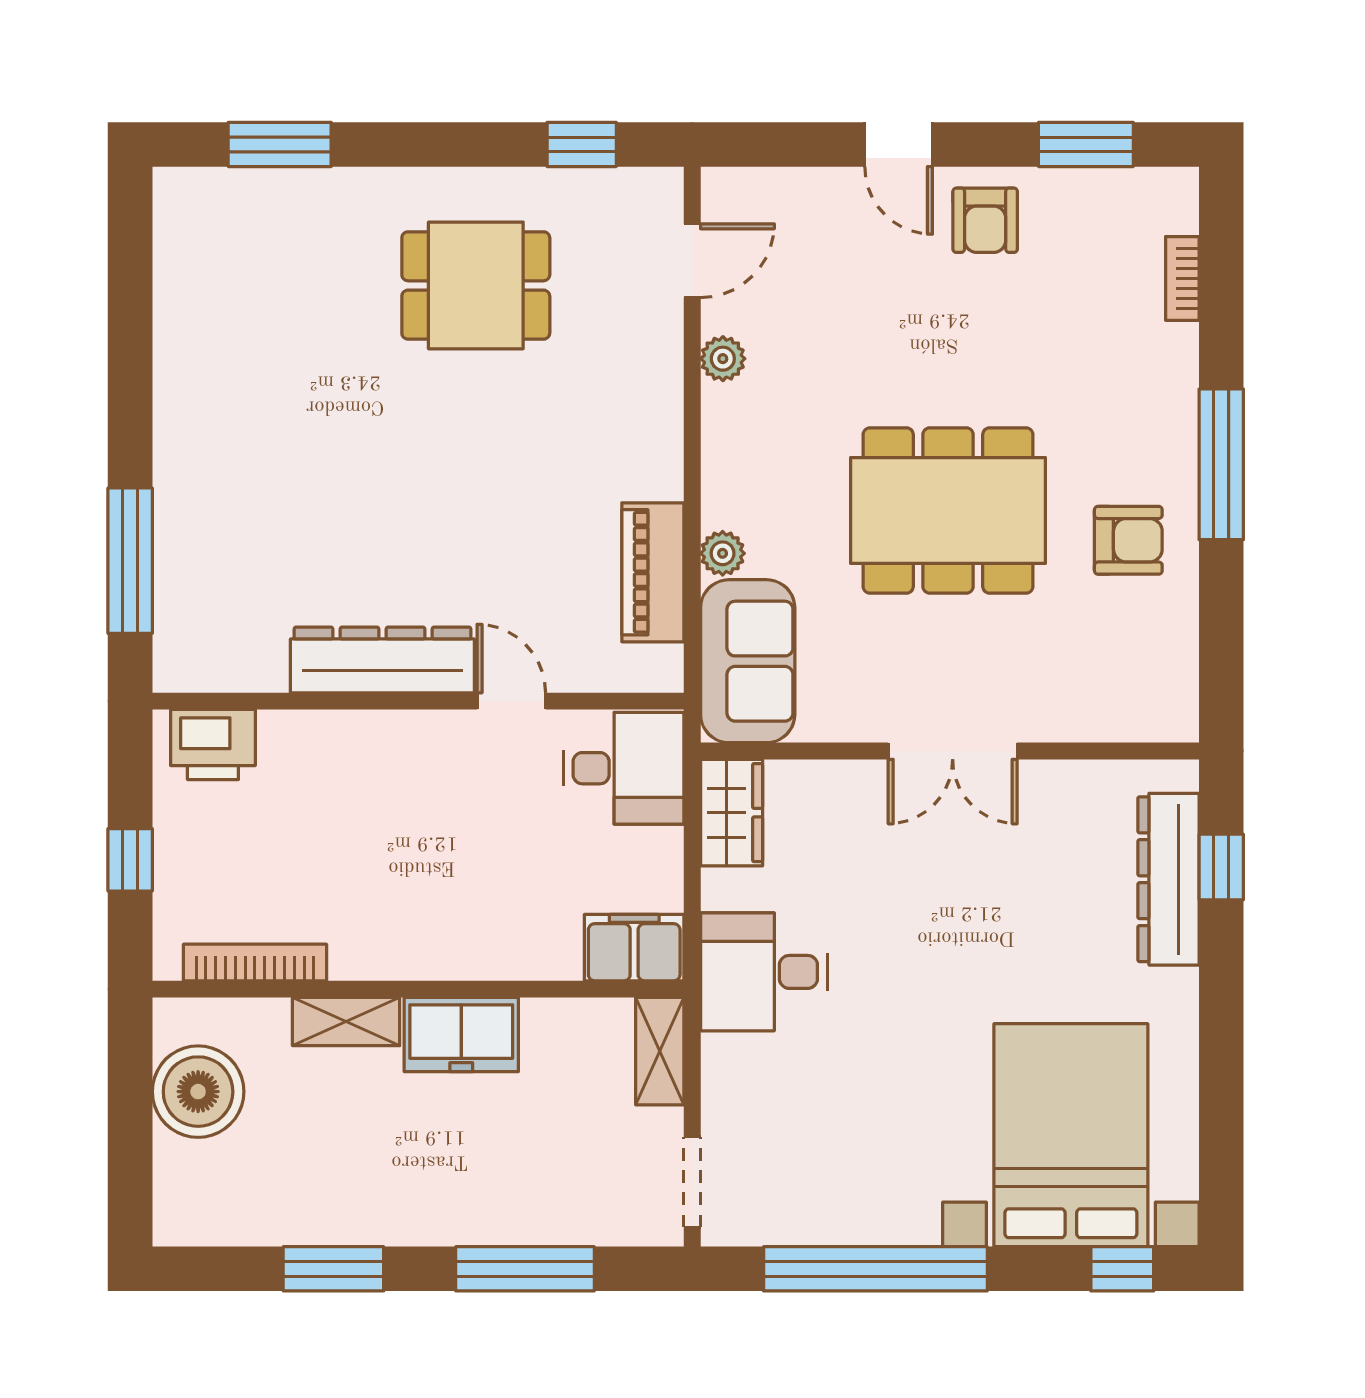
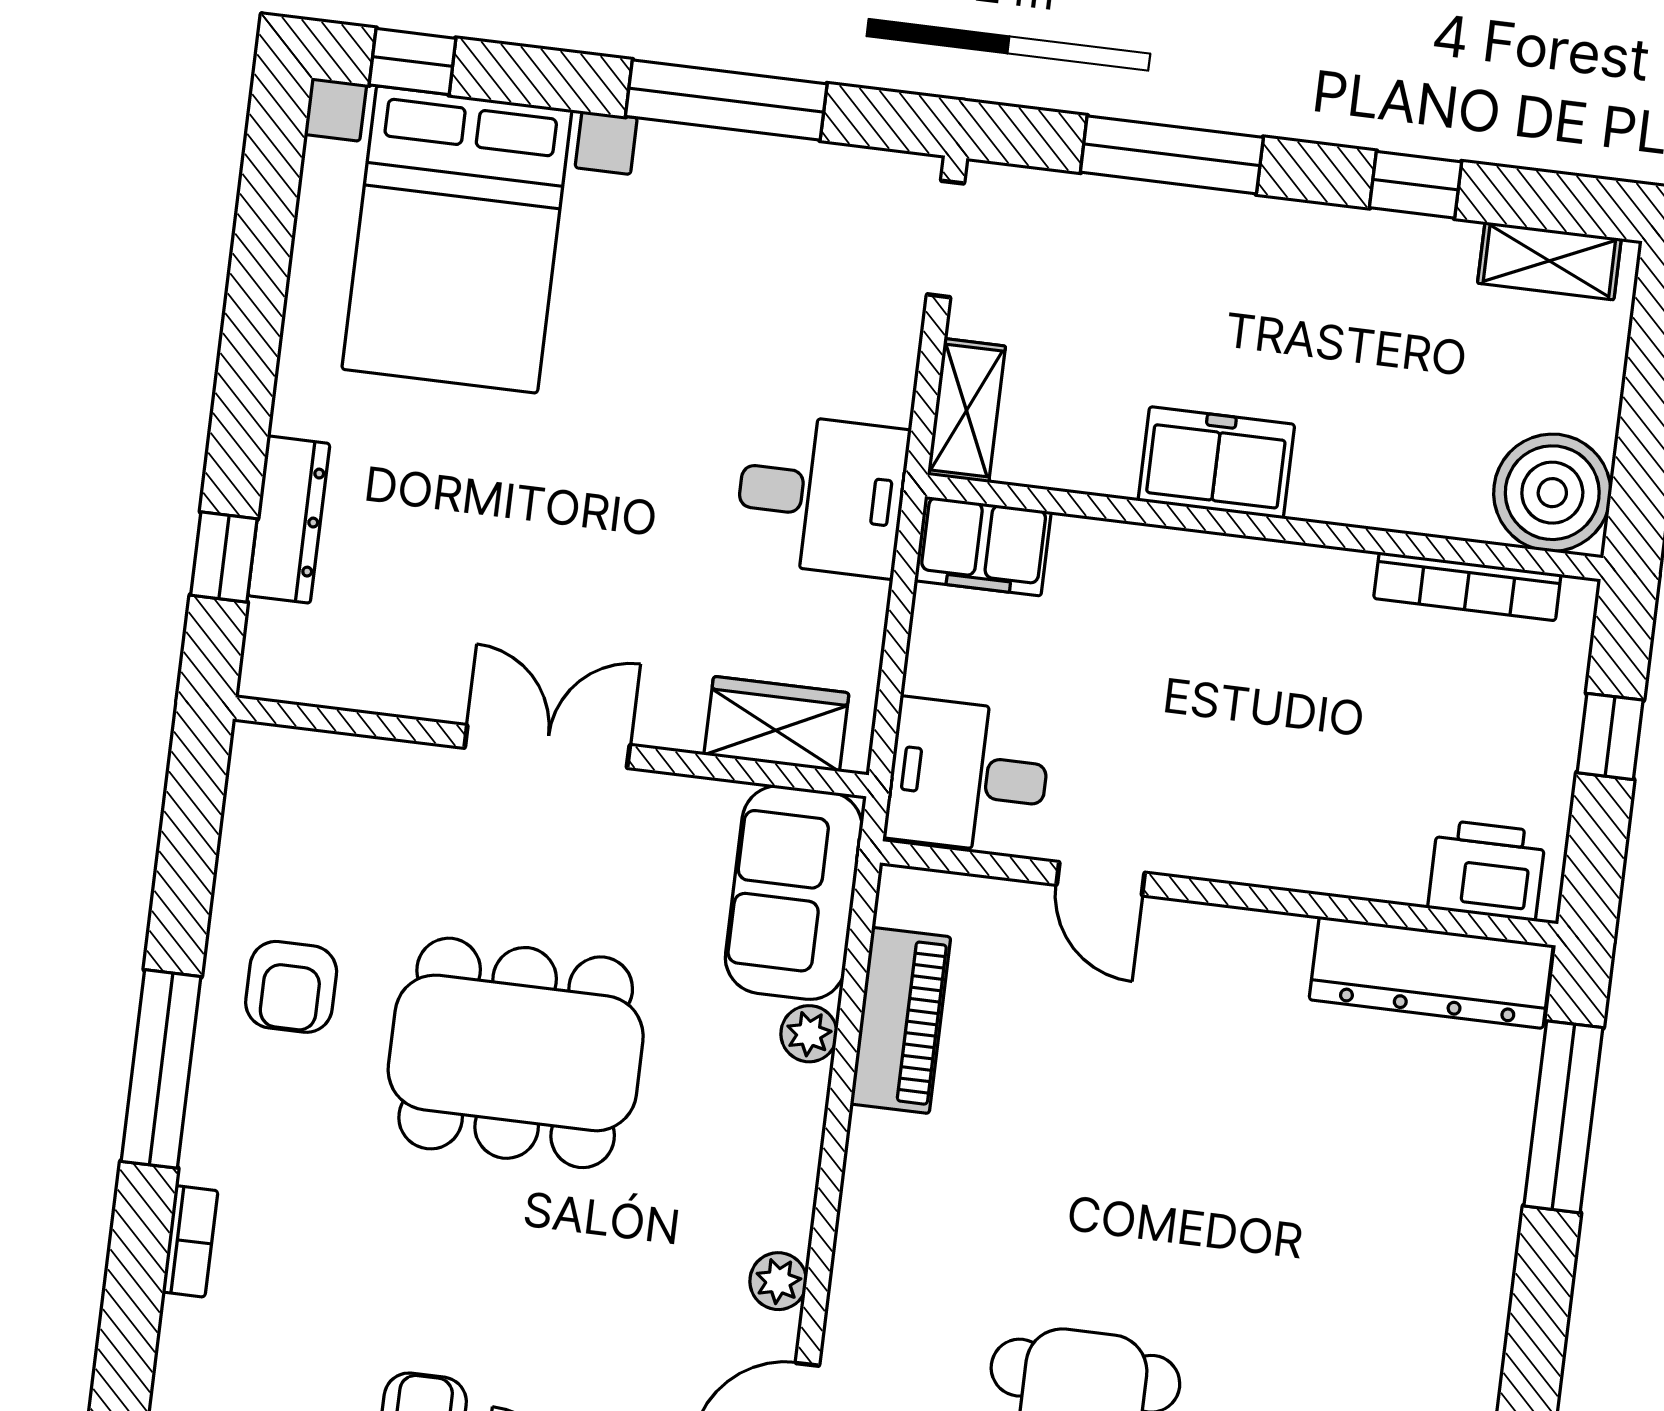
bookcase: (1182, 278) -> (190, 1241), moved
armchair: (1128, 540) -> (291, 987), turned -90
dresser: (382, 660) -> (1431, 972), moved
wardrobe: (732, 813) -> (776, 724), moved, turned 90
dresser: (1168, 879) -> (289, 520), width x0.73, depth x0.80
shelving: (346, 1022) -> (1549, 261), moved
boiler: (198, 1092) -> (1552, 493), moved
window: (333, 1269) -> (1415, 185), width x0.67
window: (875, 1269) -> (726, 100), width x0.68

